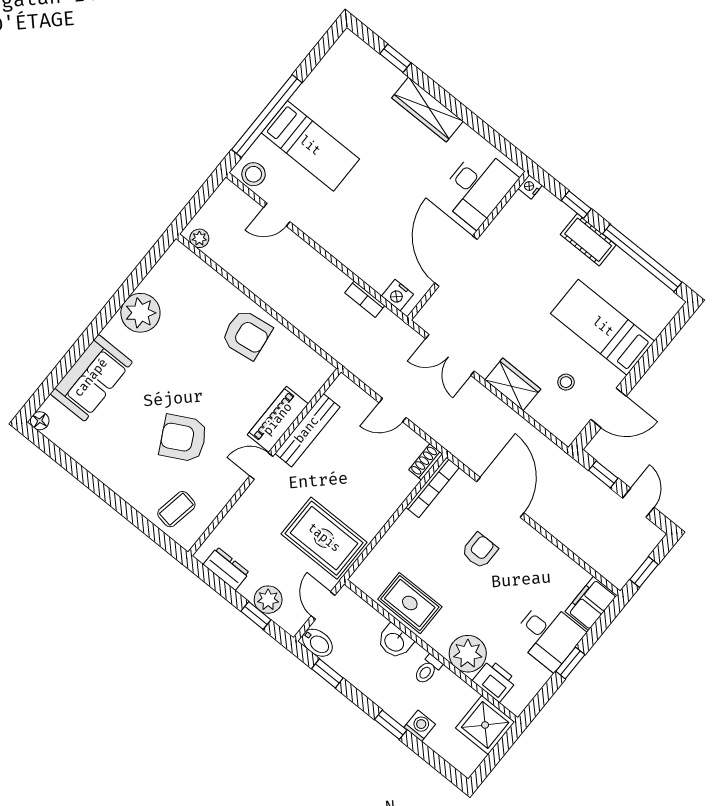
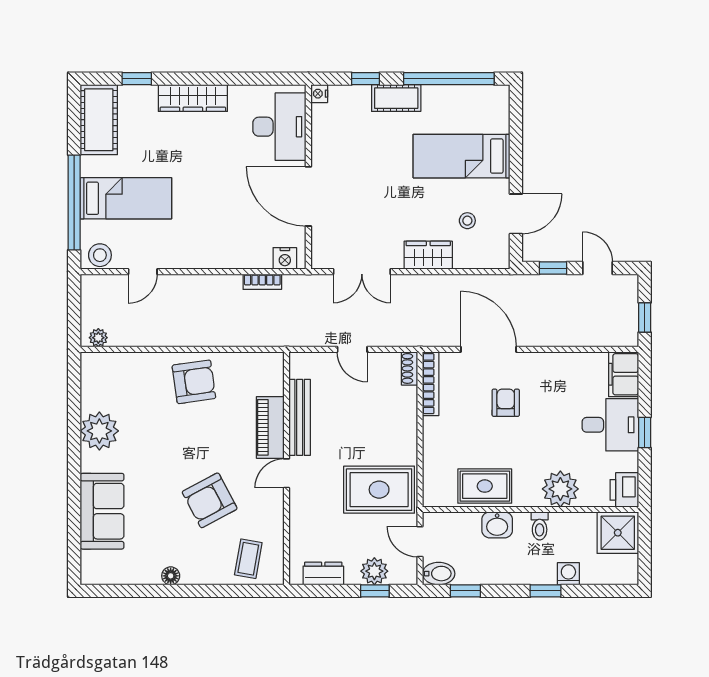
cot: (339, 66) -> (99, 120), added
door: (393, 410) -> (352, 349), hinge flipped
floor lamp: (40, 421) -> (171, 576), moved
printer: (495, 681) -> (624, 490), moved, turned -90

